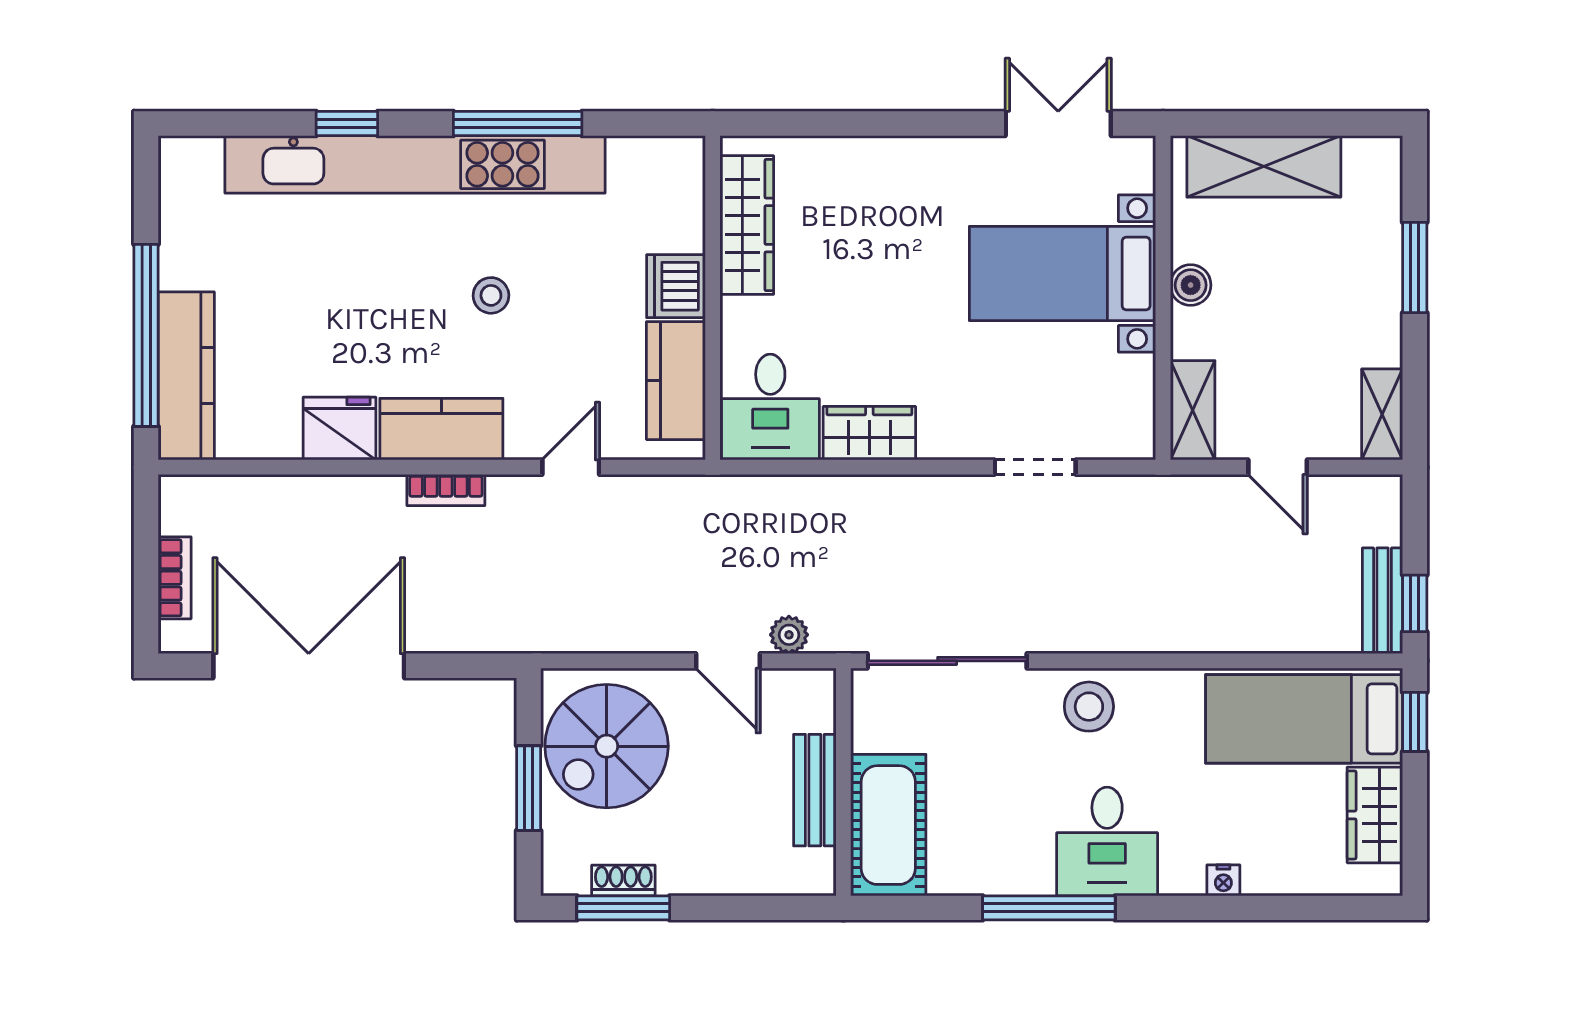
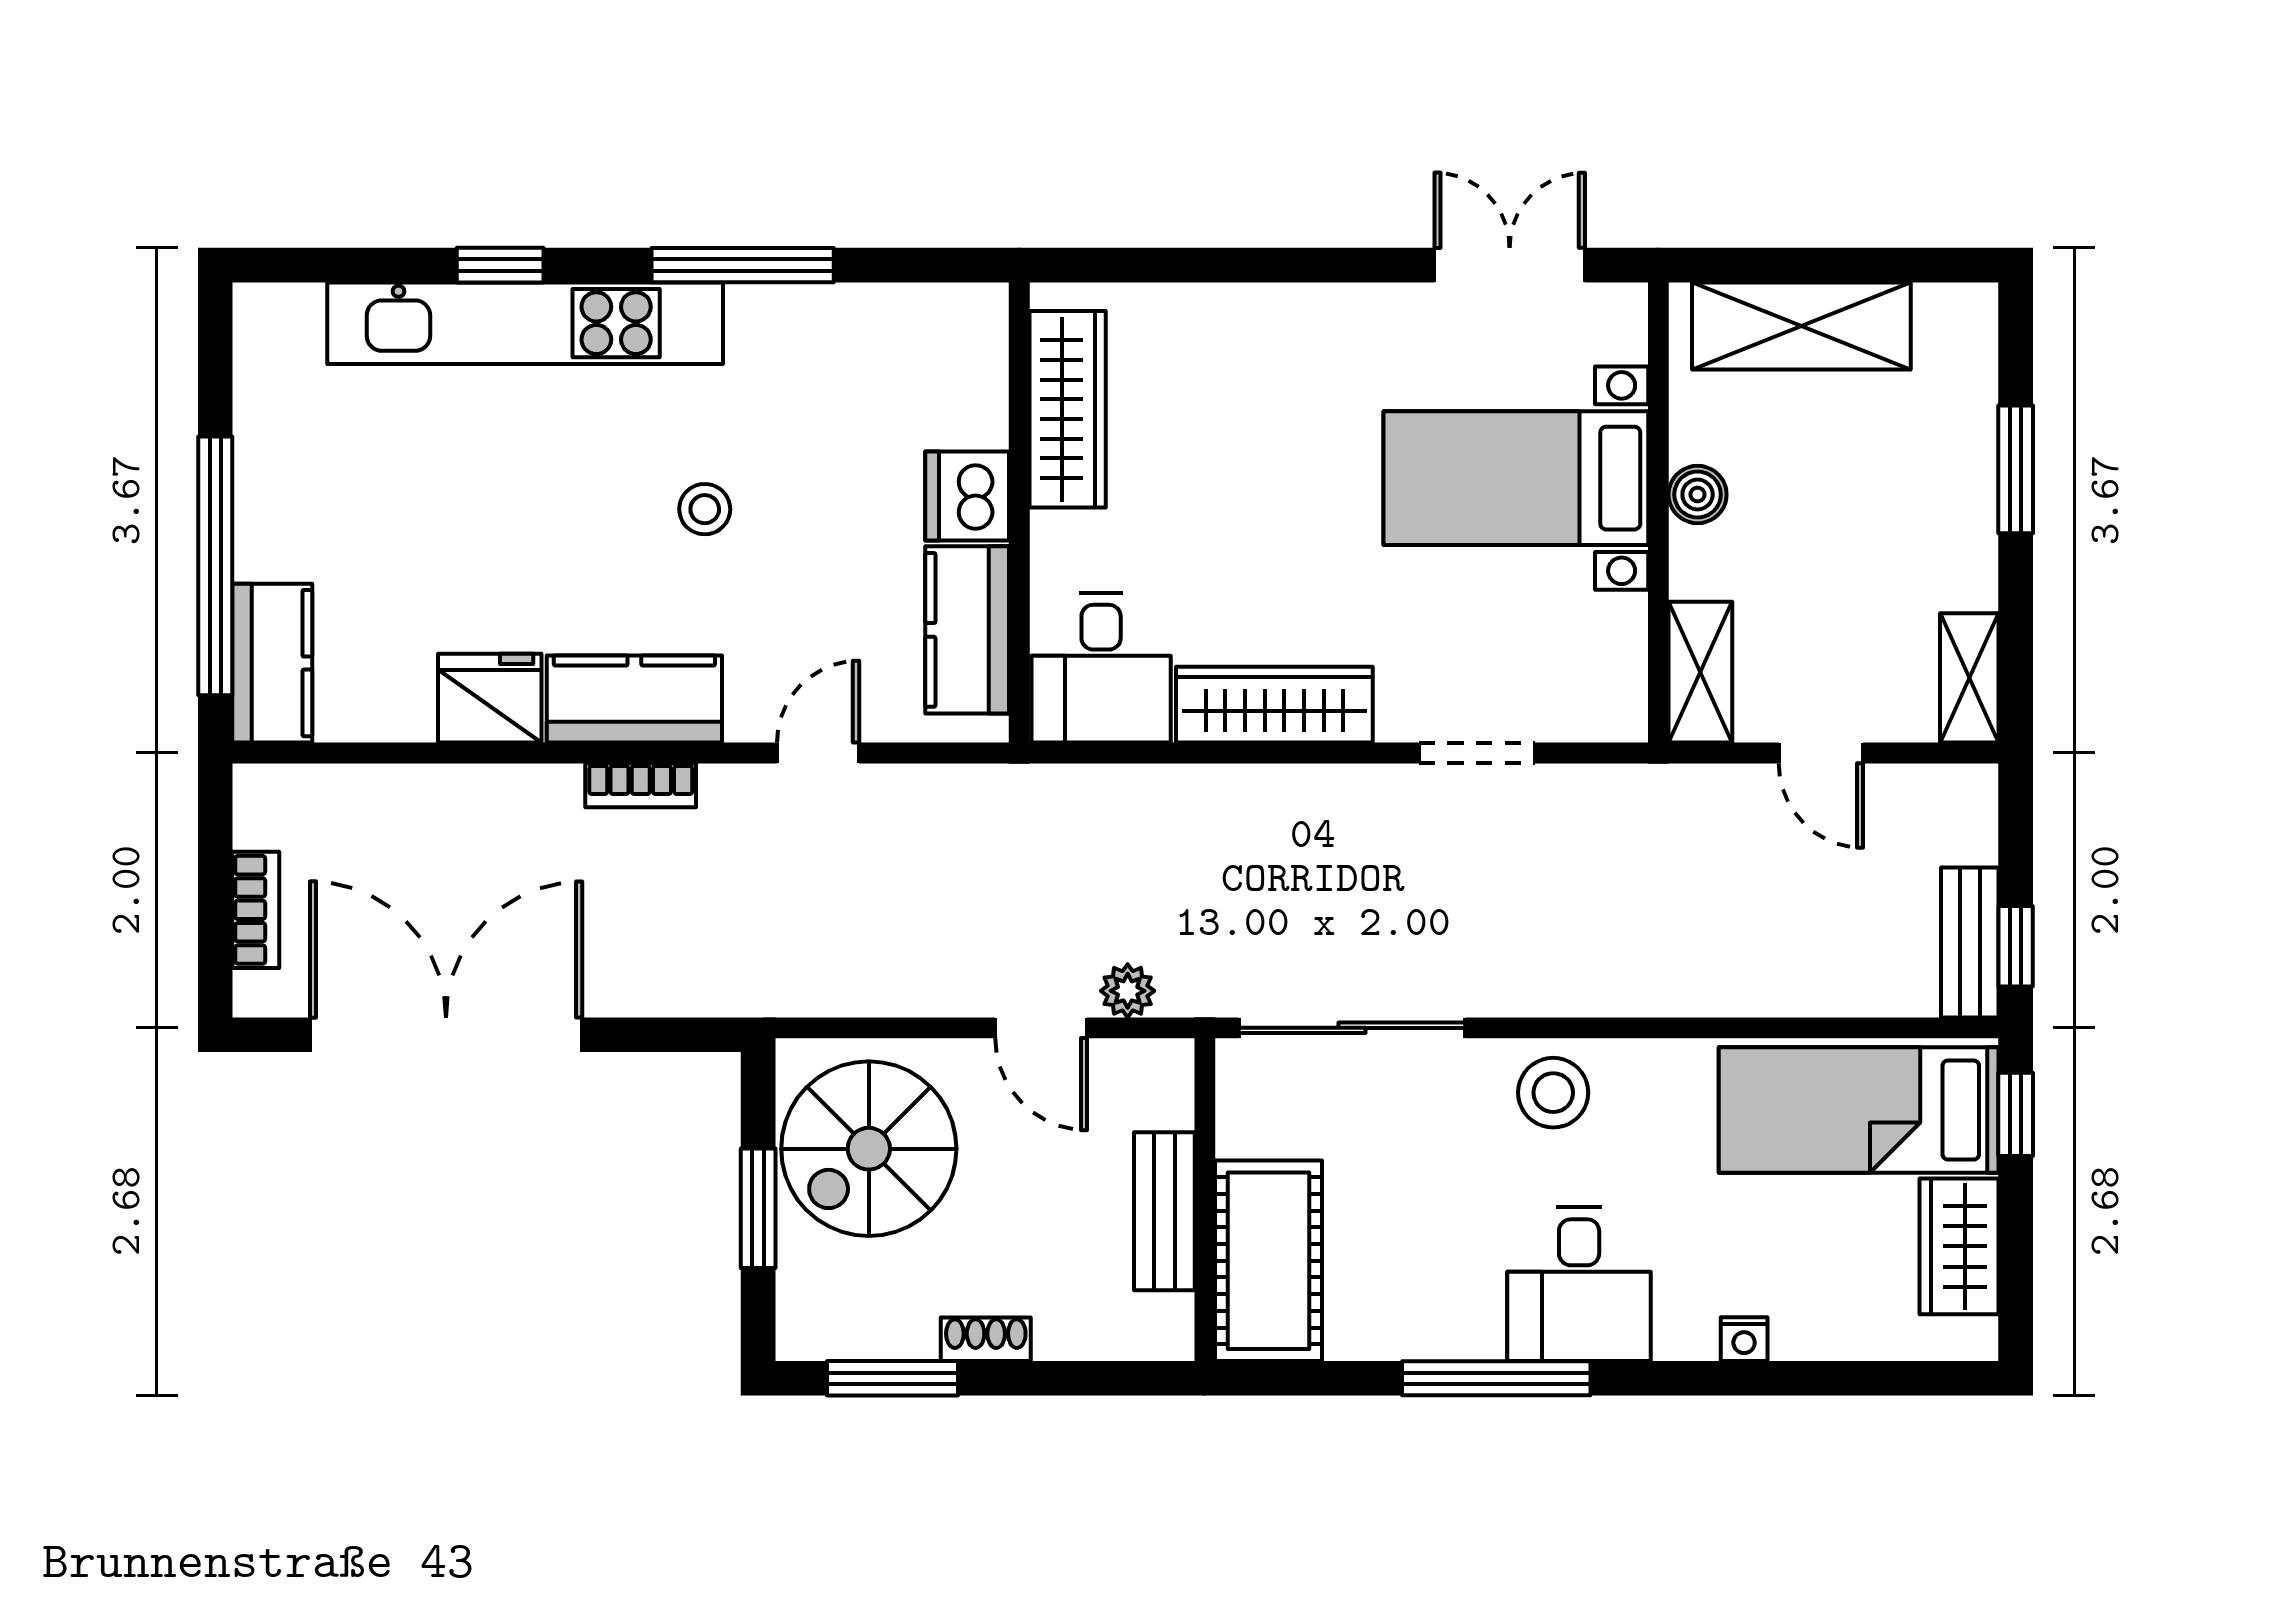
kitchen unit: (415, 164) -> (525, 323), width x0.73
kitchen counter: (186, 376) -> (272, 663), width x0.67
wardrobe: (869, 433) -> (1274, 705), width x1.50
shoe rack: (623, 880) -> (986, 1339), moved

